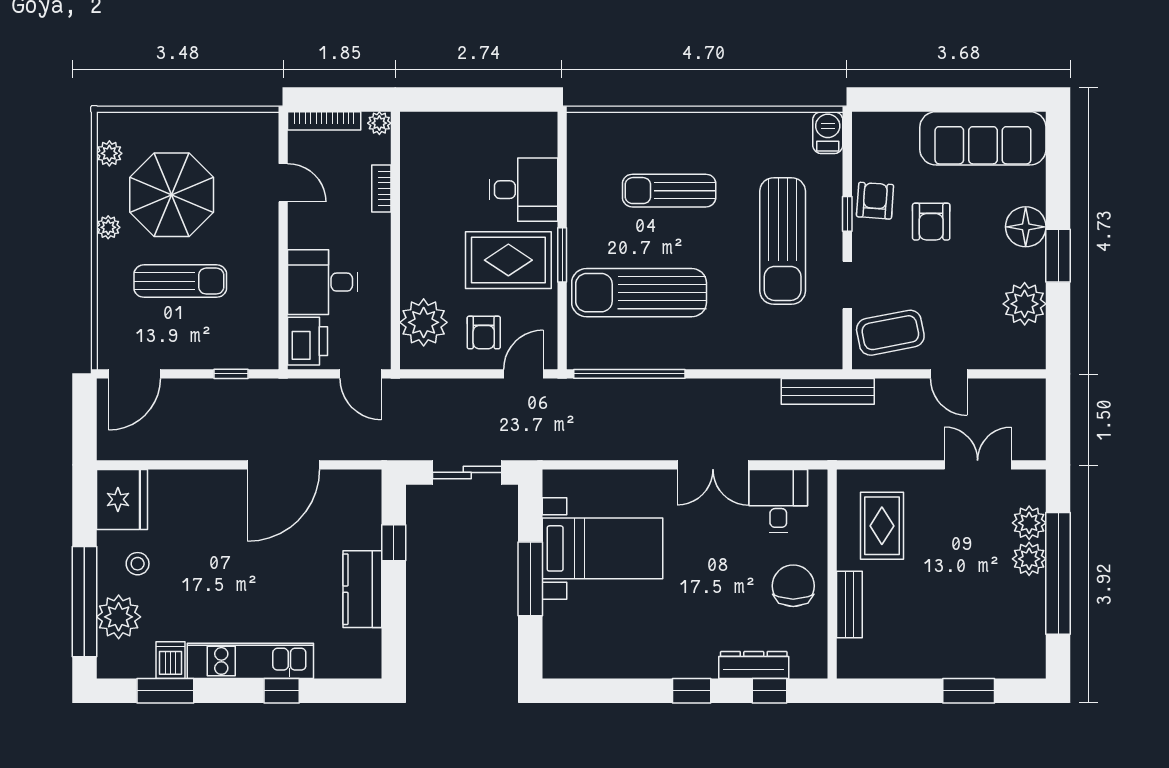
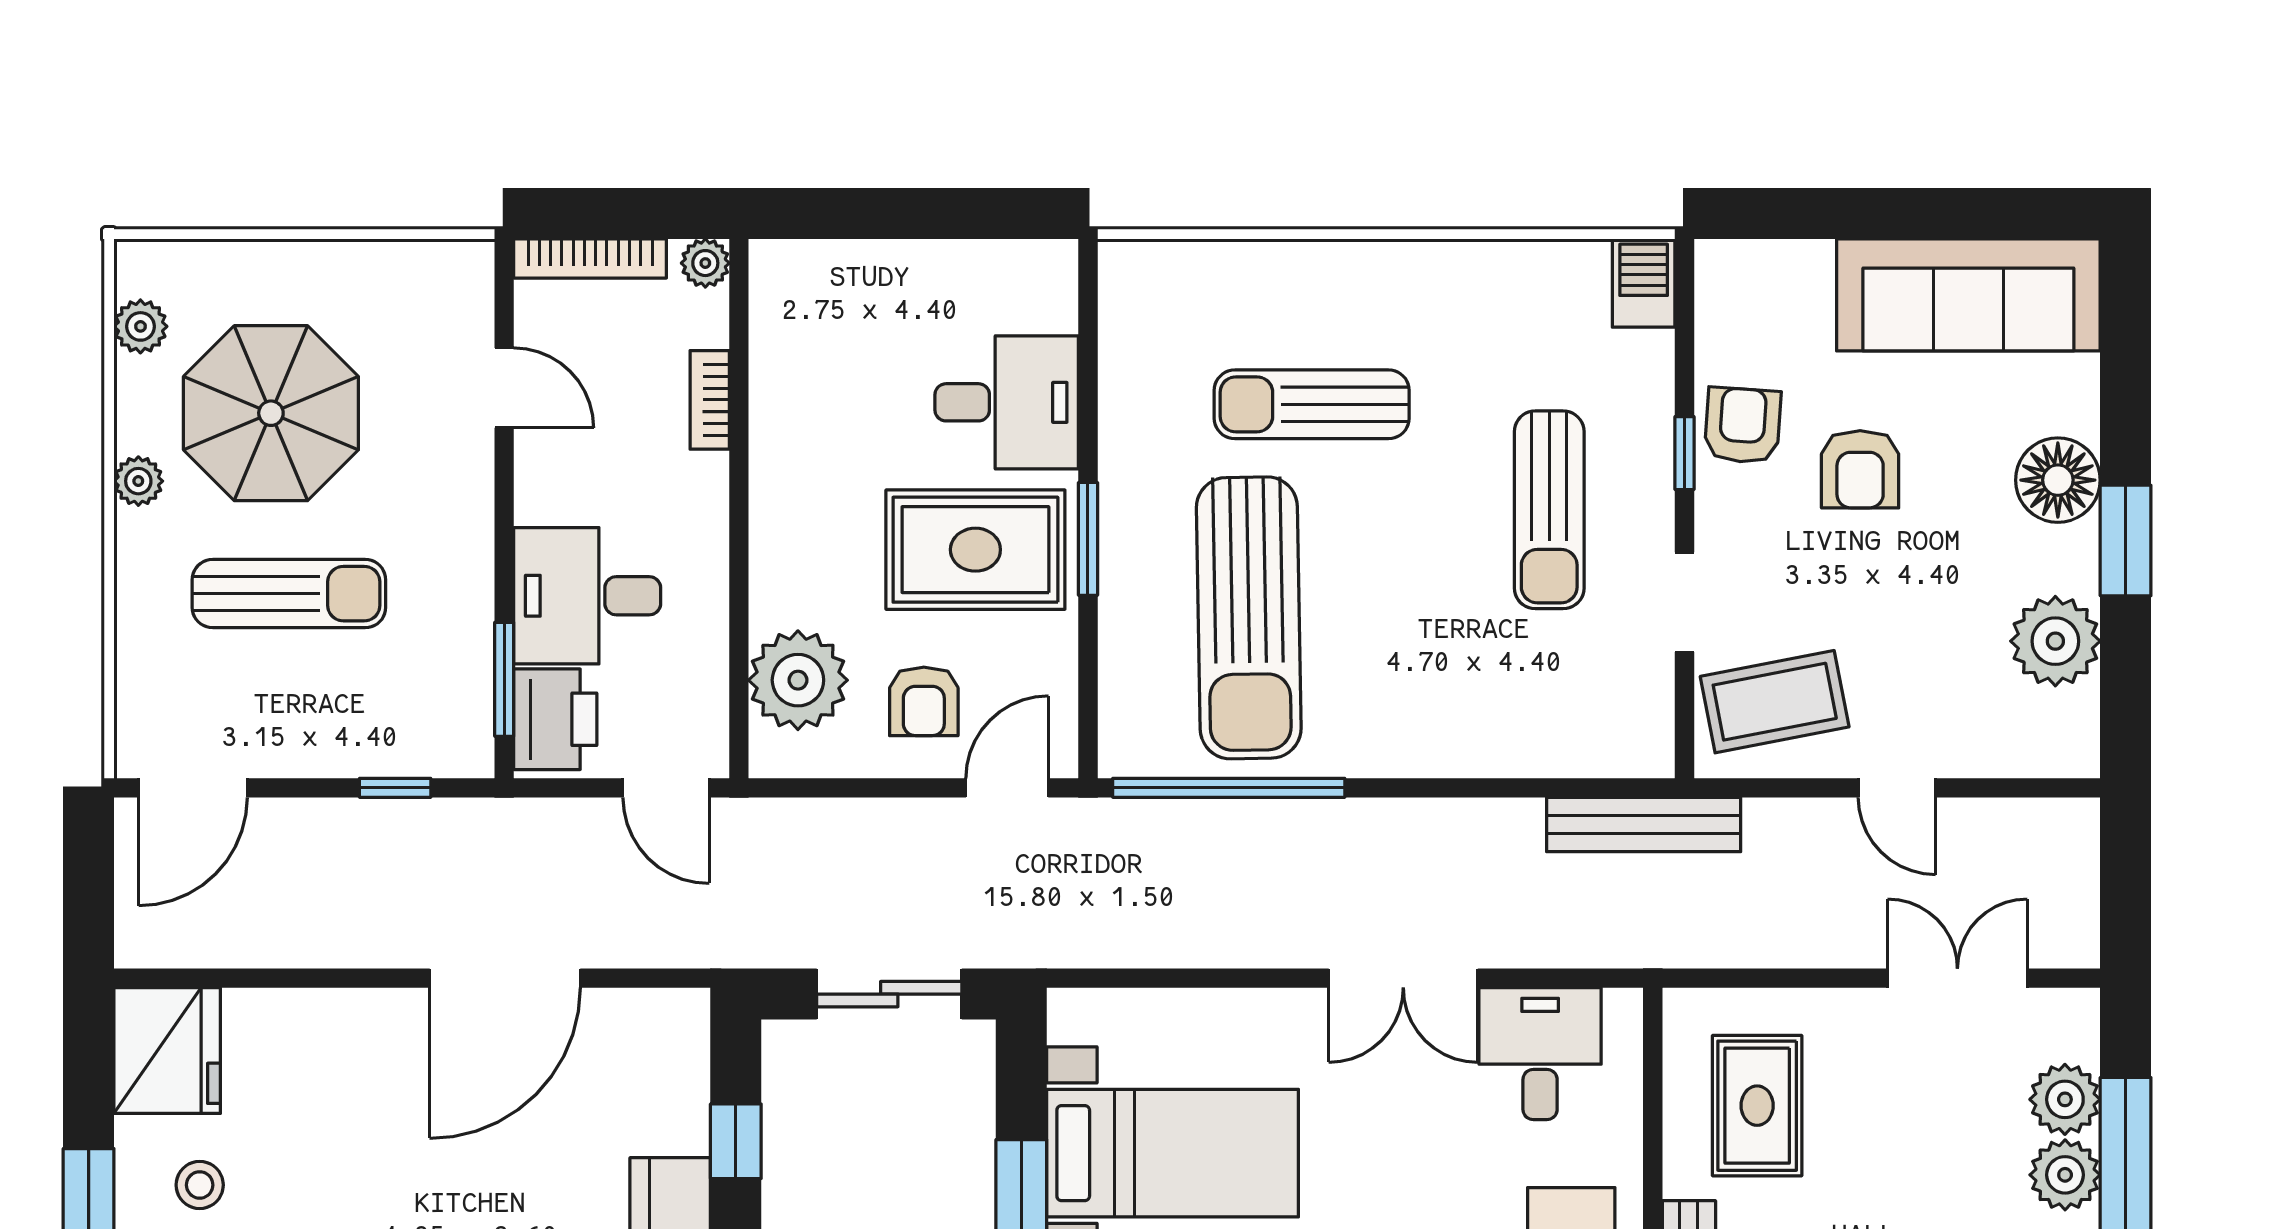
sun lounger: (783, 241) -> (1549, 510), width x0.73, depth x0.75
sun lounger: (639, 293) -> (1249, 618), turned -91
window: (283, 322) -> (504, 679), added

